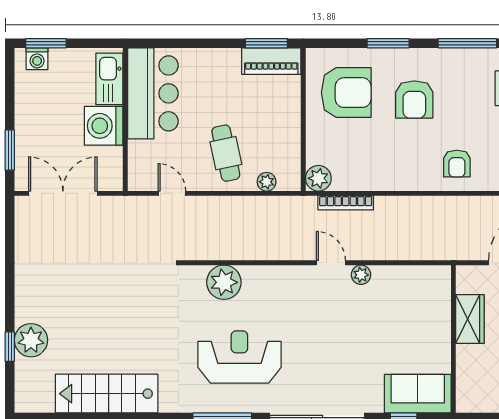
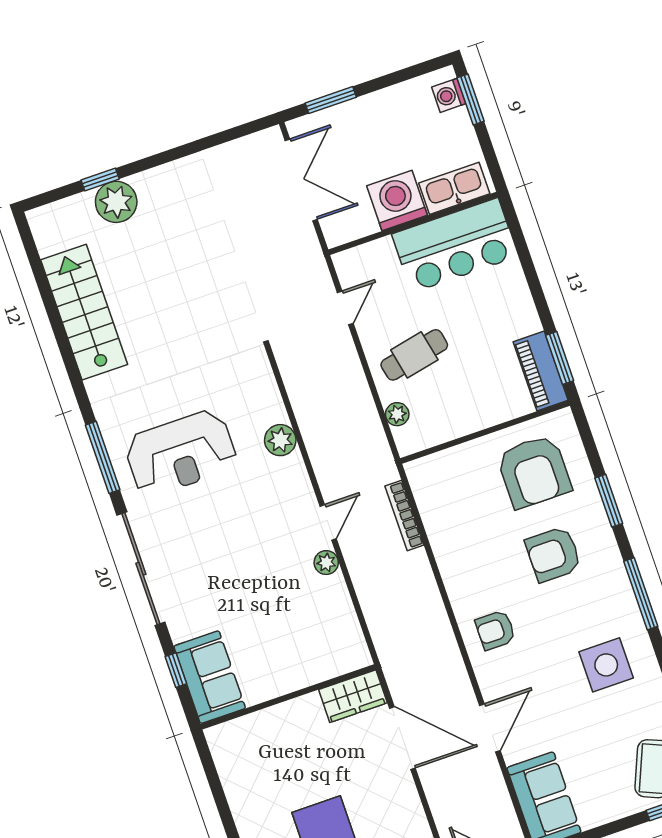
plant: (318, 178) -> (422, 474), removed
plant: (224, 282) -> (280, 440), moved, width x0.73, depth x0.73
wardrobe: (470, 319) -> (353, 696), moved
reception desk: (239, 357) -> (181, 453), turned 90

